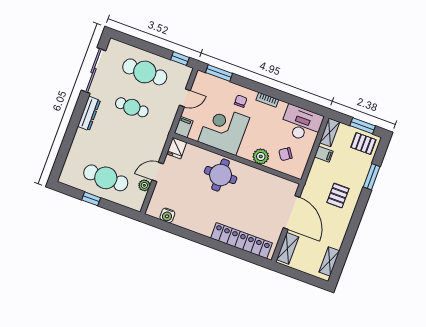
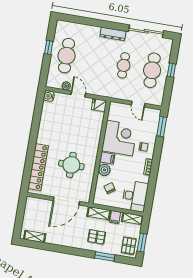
window: (180, 59) -> (171, 70), moved
filing cabinet: (184, 127) -> (107, 158), moved
round table: (221, 175) -> (71, 165), moved
pallet: (338, 196) -> (97, 237), moved
water cooler: (167, 215) -> (49, 96), moved
shelving: (288, 248) -> (99, 213), moved

